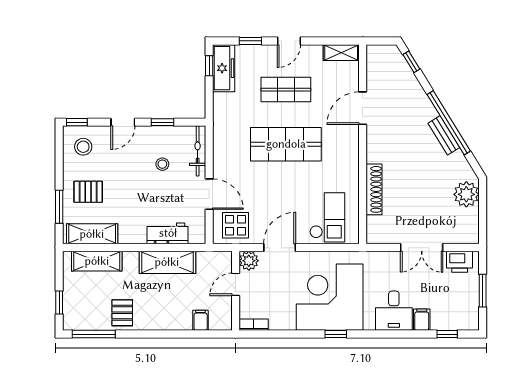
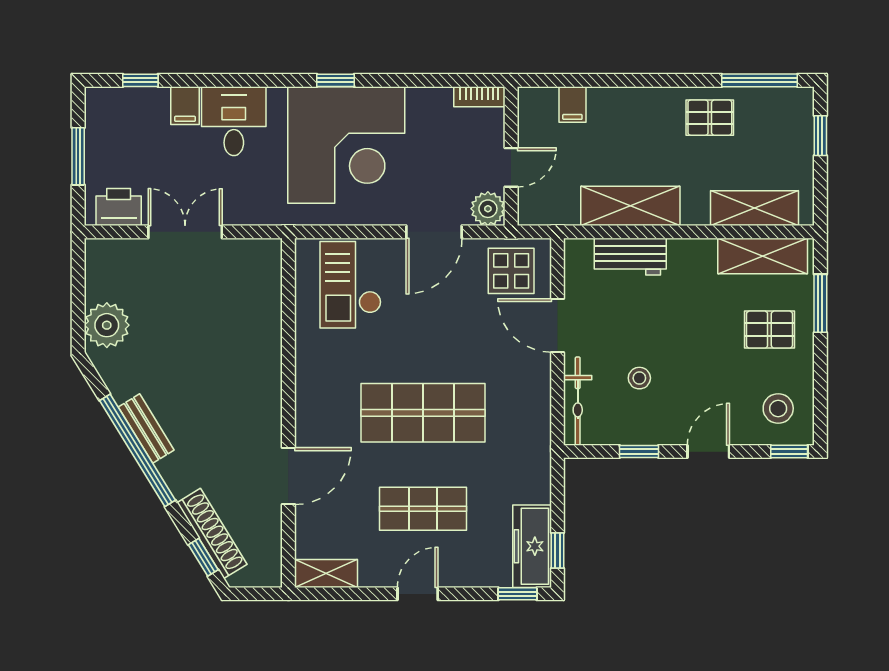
window: (250, 41) -> (517, 594), moved
shoe rack: (374, 189) -> (212, 533), moved, turned 148
pallet: (122, 313) -> (710, 118), turned 90

